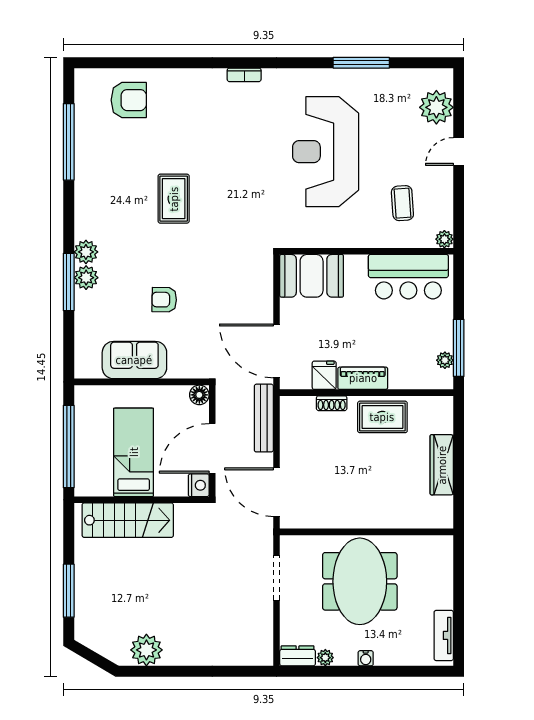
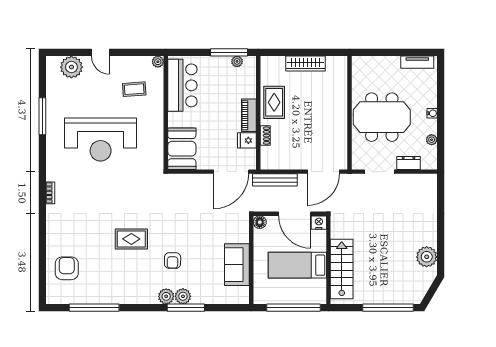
armchair: (164, 300) -> (173, 261), moved
window: (69, 591) -> (388, 308), width x1.46
dresser: (298, 656) -> (408, 163), moved, turned 90

